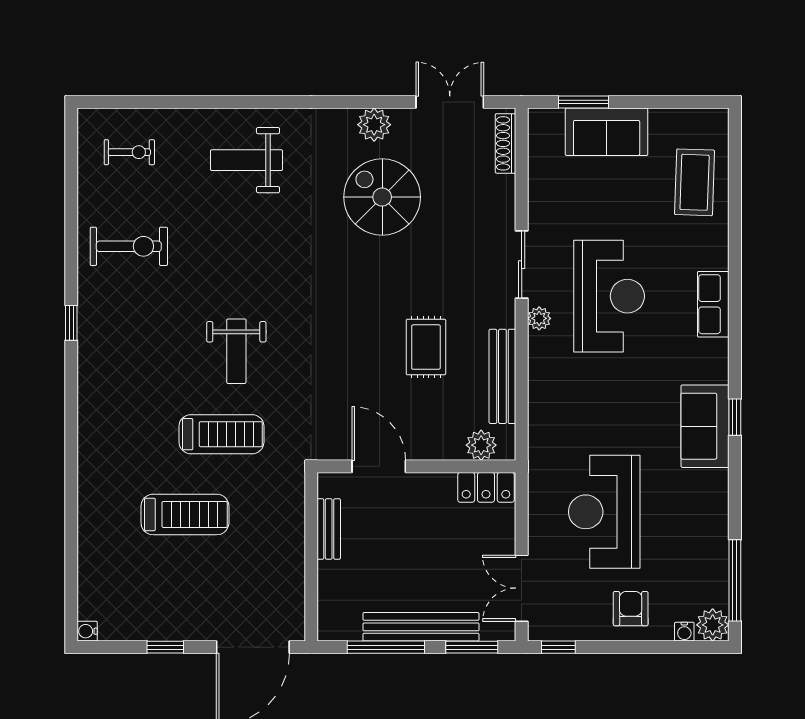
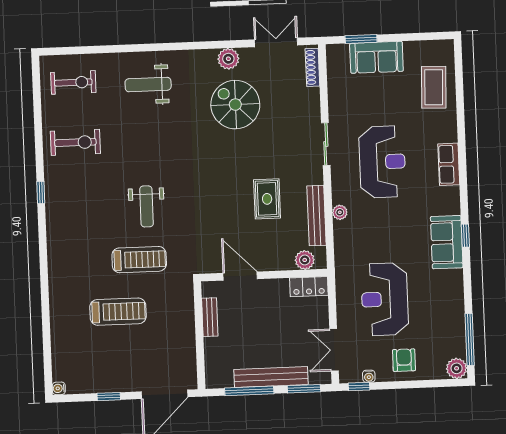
exercise bike: (129, 152) -> (73, 82), width x1.38, depth x1.39
plant: (539, 318) -> (340, 212), moved
water cooler: (684, 632) -> (369, 376), moved

